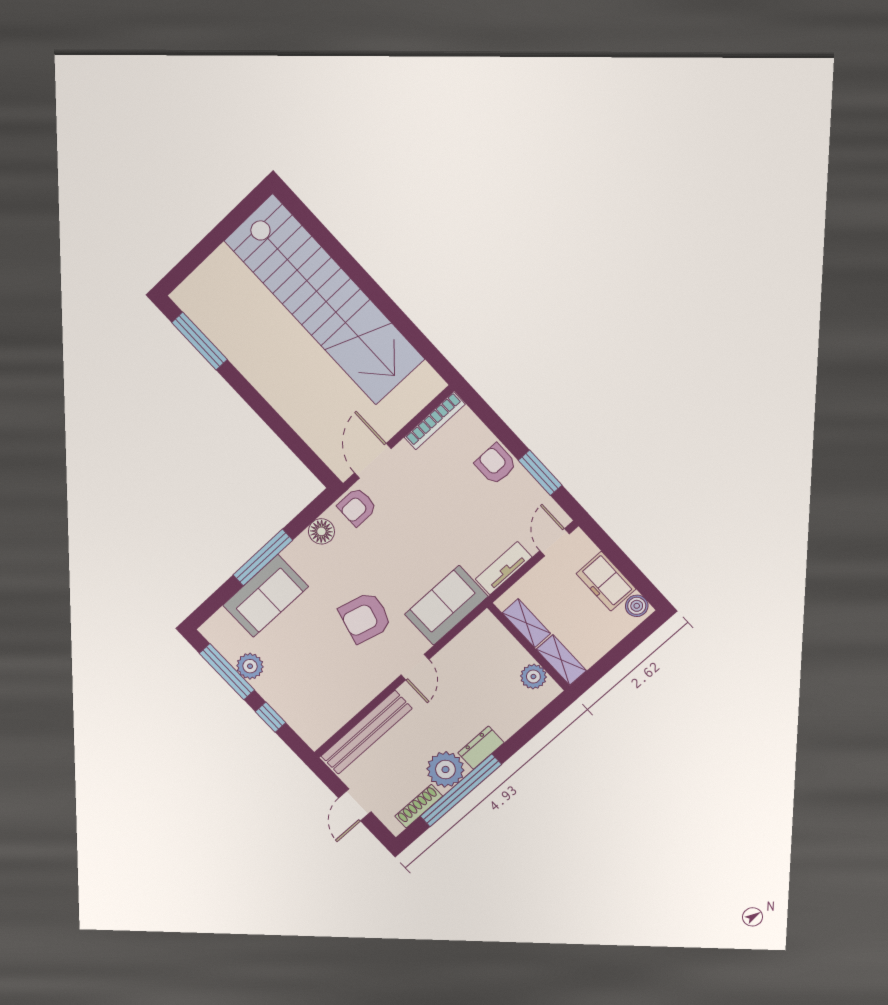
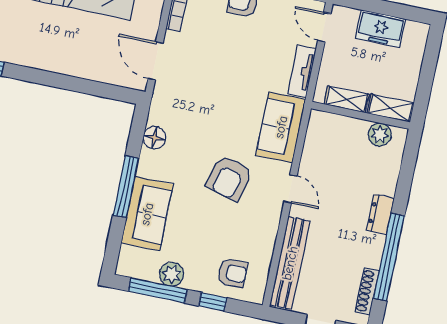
armchair: (357, 507) -> (233, 273), moved, turned -90
boiler: (637, 606) -> (415, 31), removed
plant: (445, 769) -> (367, 249), removed

